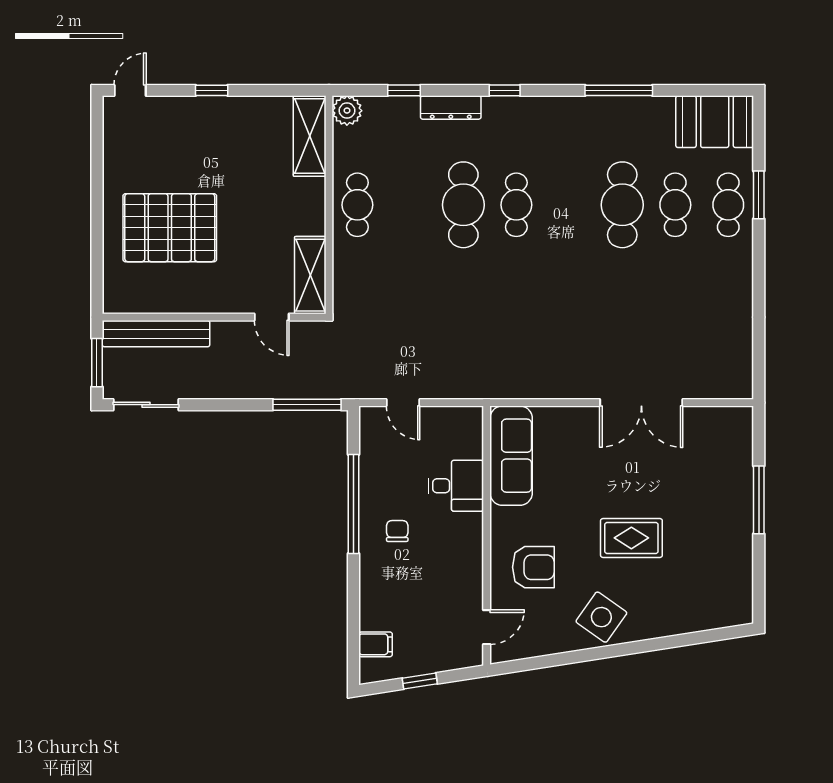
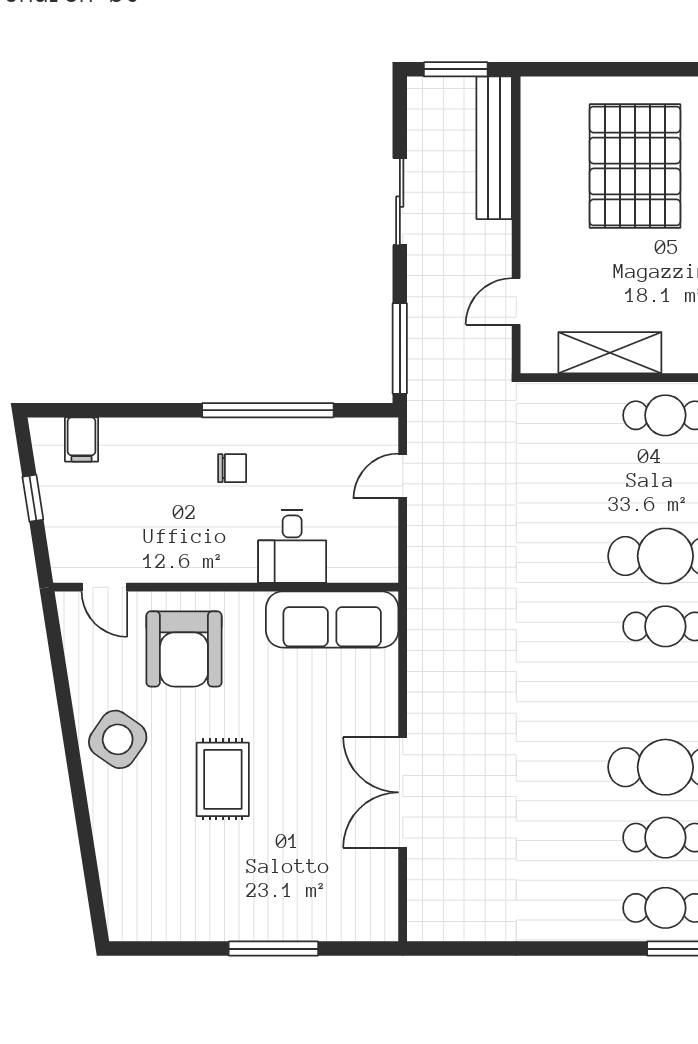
shelving: (310, 275) -> (610, 353), moved
sliding door: (146, 405) -> (400, 202), moved
armchair: (533, 567) -> (184, 649), width x1.36, depth x1.36

